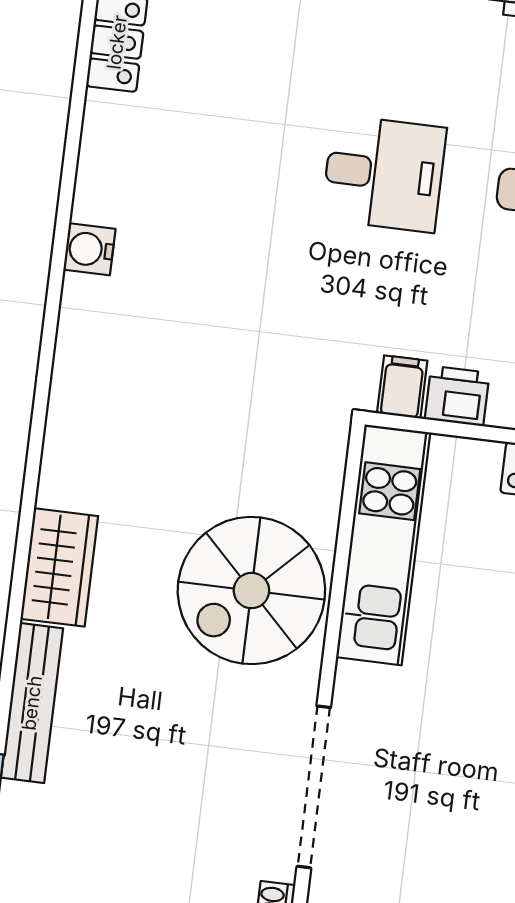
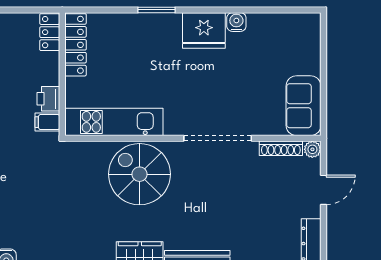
spiral stairs: (251, 591) -> (139, 174), turned 180

